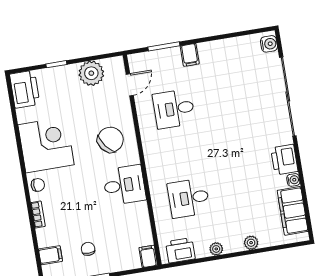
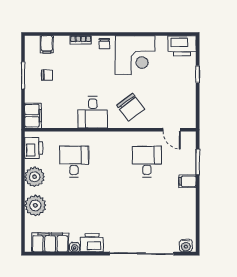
plant: (91, 73) -> (186, 101), removed
plant: (251, 243) -> (35, 205), width x1.88, depth x1.88
plant: (216, 249) -> (35, 177), width x1.88, depth x1.88
filing cabinet: (148, 256) -> (33, 116), width x2.00

